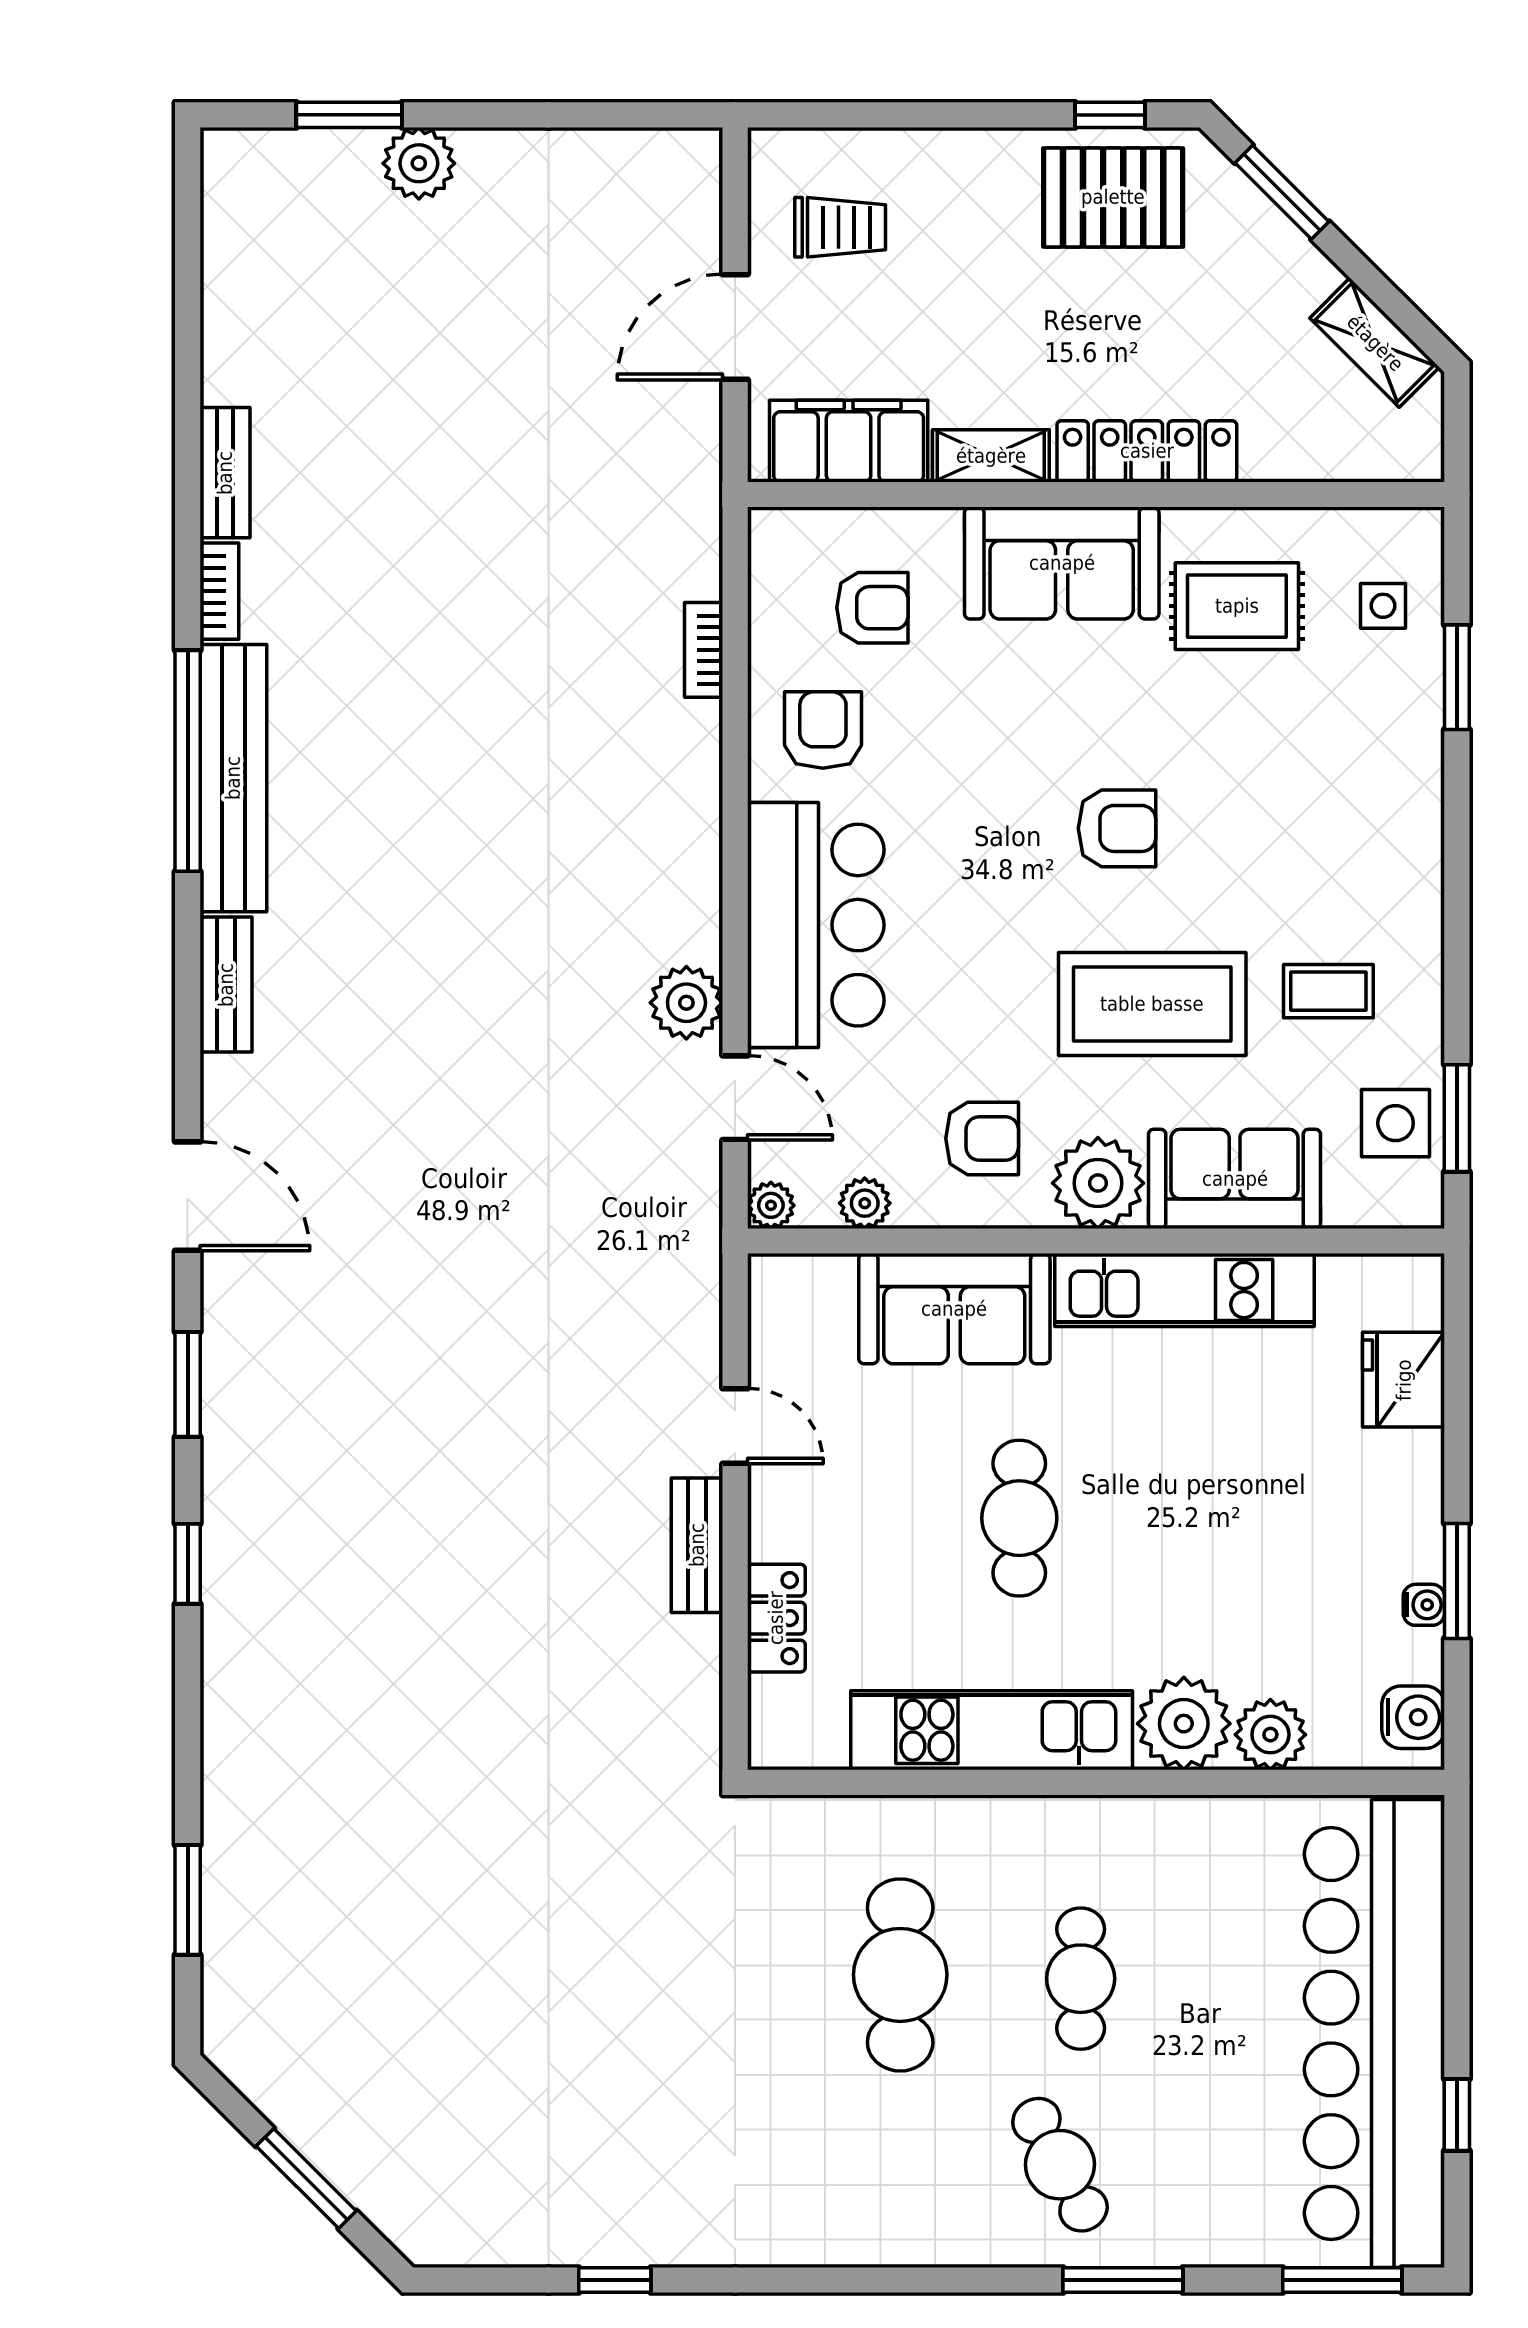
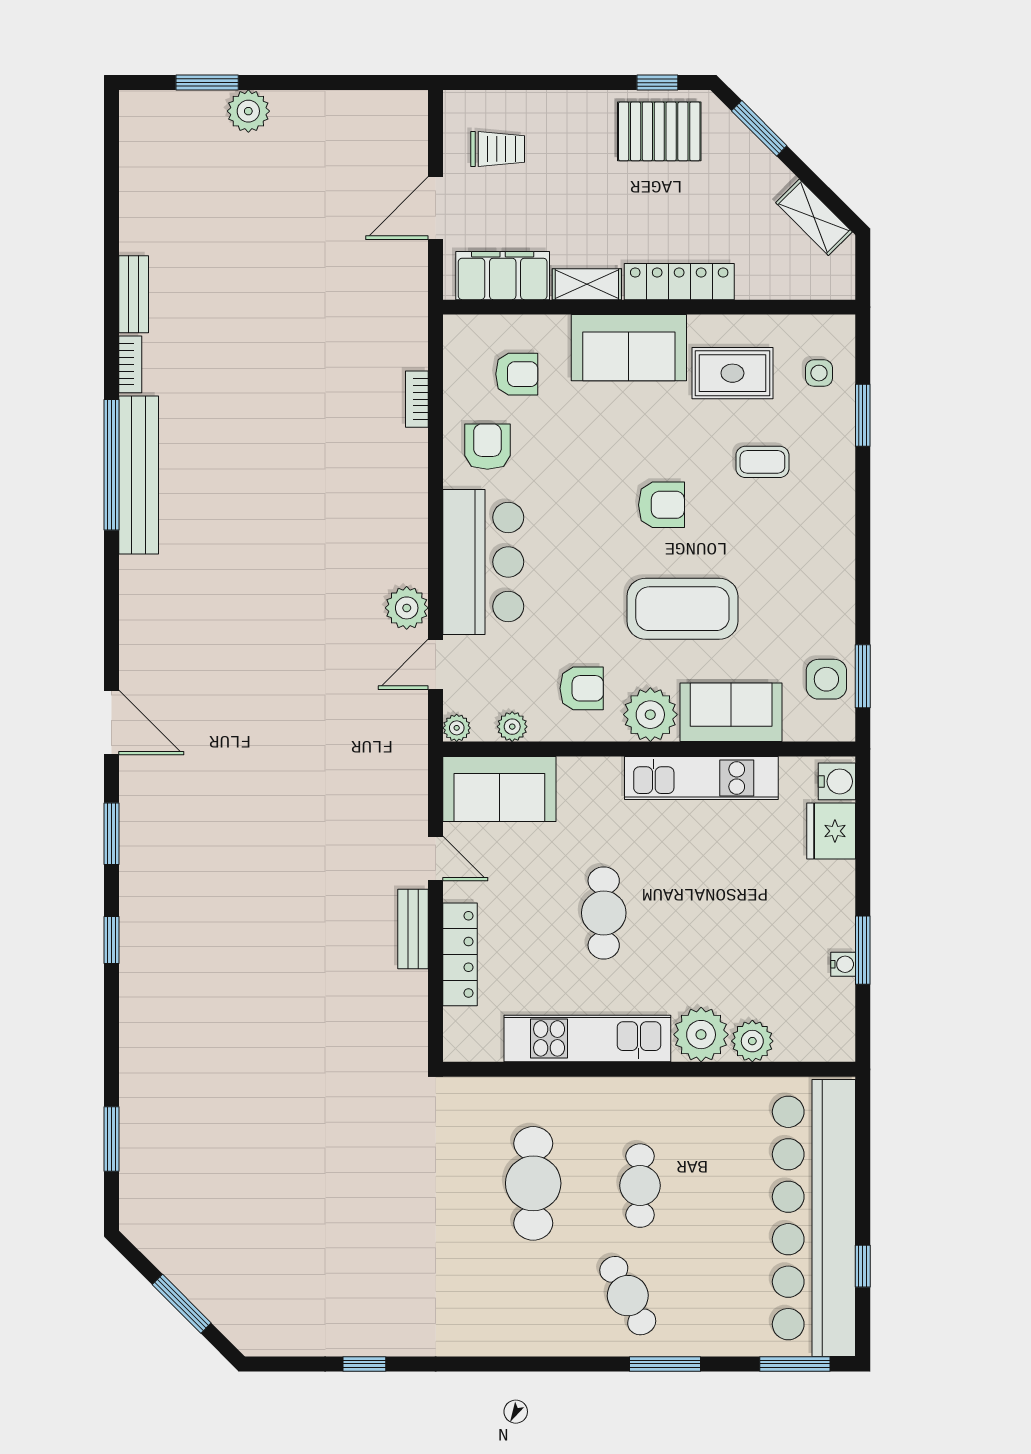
bench: (226, 985) -> (134, 597), removed
coffee table: (1328, 991) -> (762, 462), moved
door: (735, 1098) -> (436, 664), swing flipped
sofa: (954, 1309) -> (499, 789), moved
locker: (776, 1618) -> (460, 954), width x1.53
water cooler: (1413, 1717) -> (837, 781), moved

